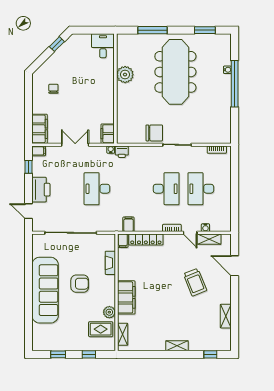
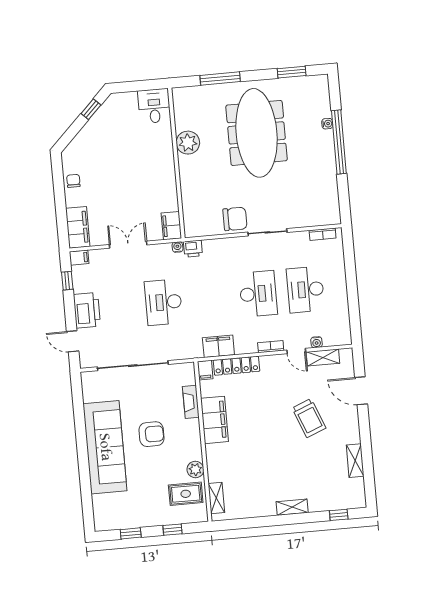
chair: (53, 89) -> (73, 181), moved
filing cabinet: (128, 224) -> (218, 346), width x2.00
filing cabinet: (126, 297) -> (214, 420), moved

